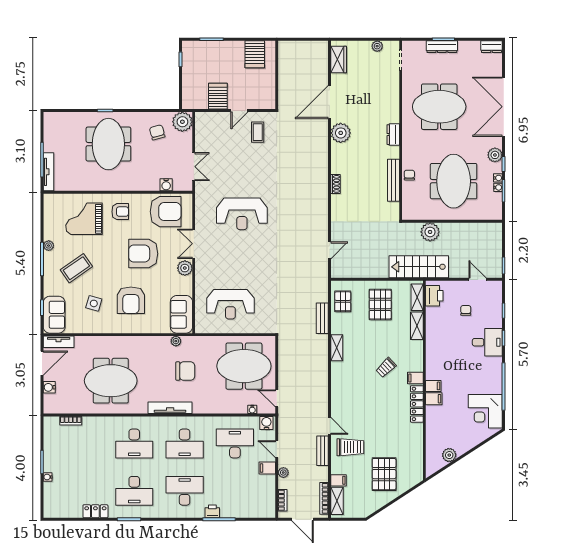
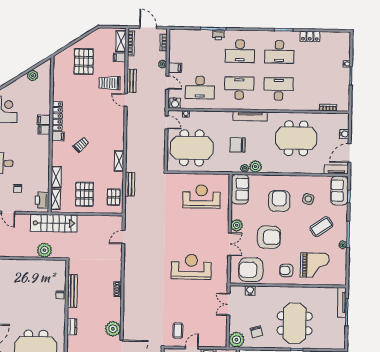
meeting table: (454, 181) -> (25, 290), removed
plant: (162, 344) -> (256, 167), added
desk: (134, 491) -> (279, 52), turned 180

